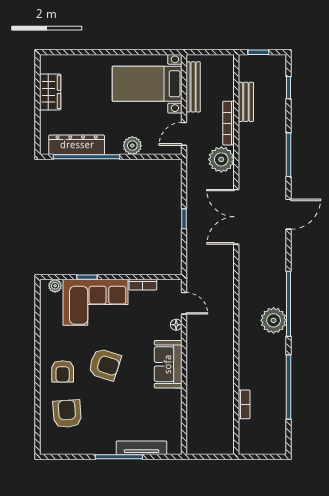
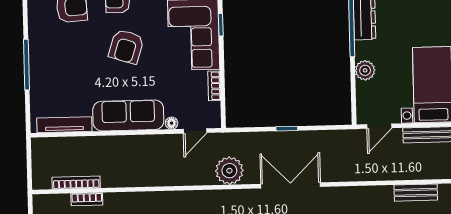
bookcase: (229, 123) -> (76, 183), moved
door: (184, 134) -> (379, 126), swing flipped
plant: (221, 159) -> (229, 171), moved
sofa: (168, 364) -> (128, 115), width x1.36
tv unit: (141, 448) -> (64, 125), moved, turned -90

